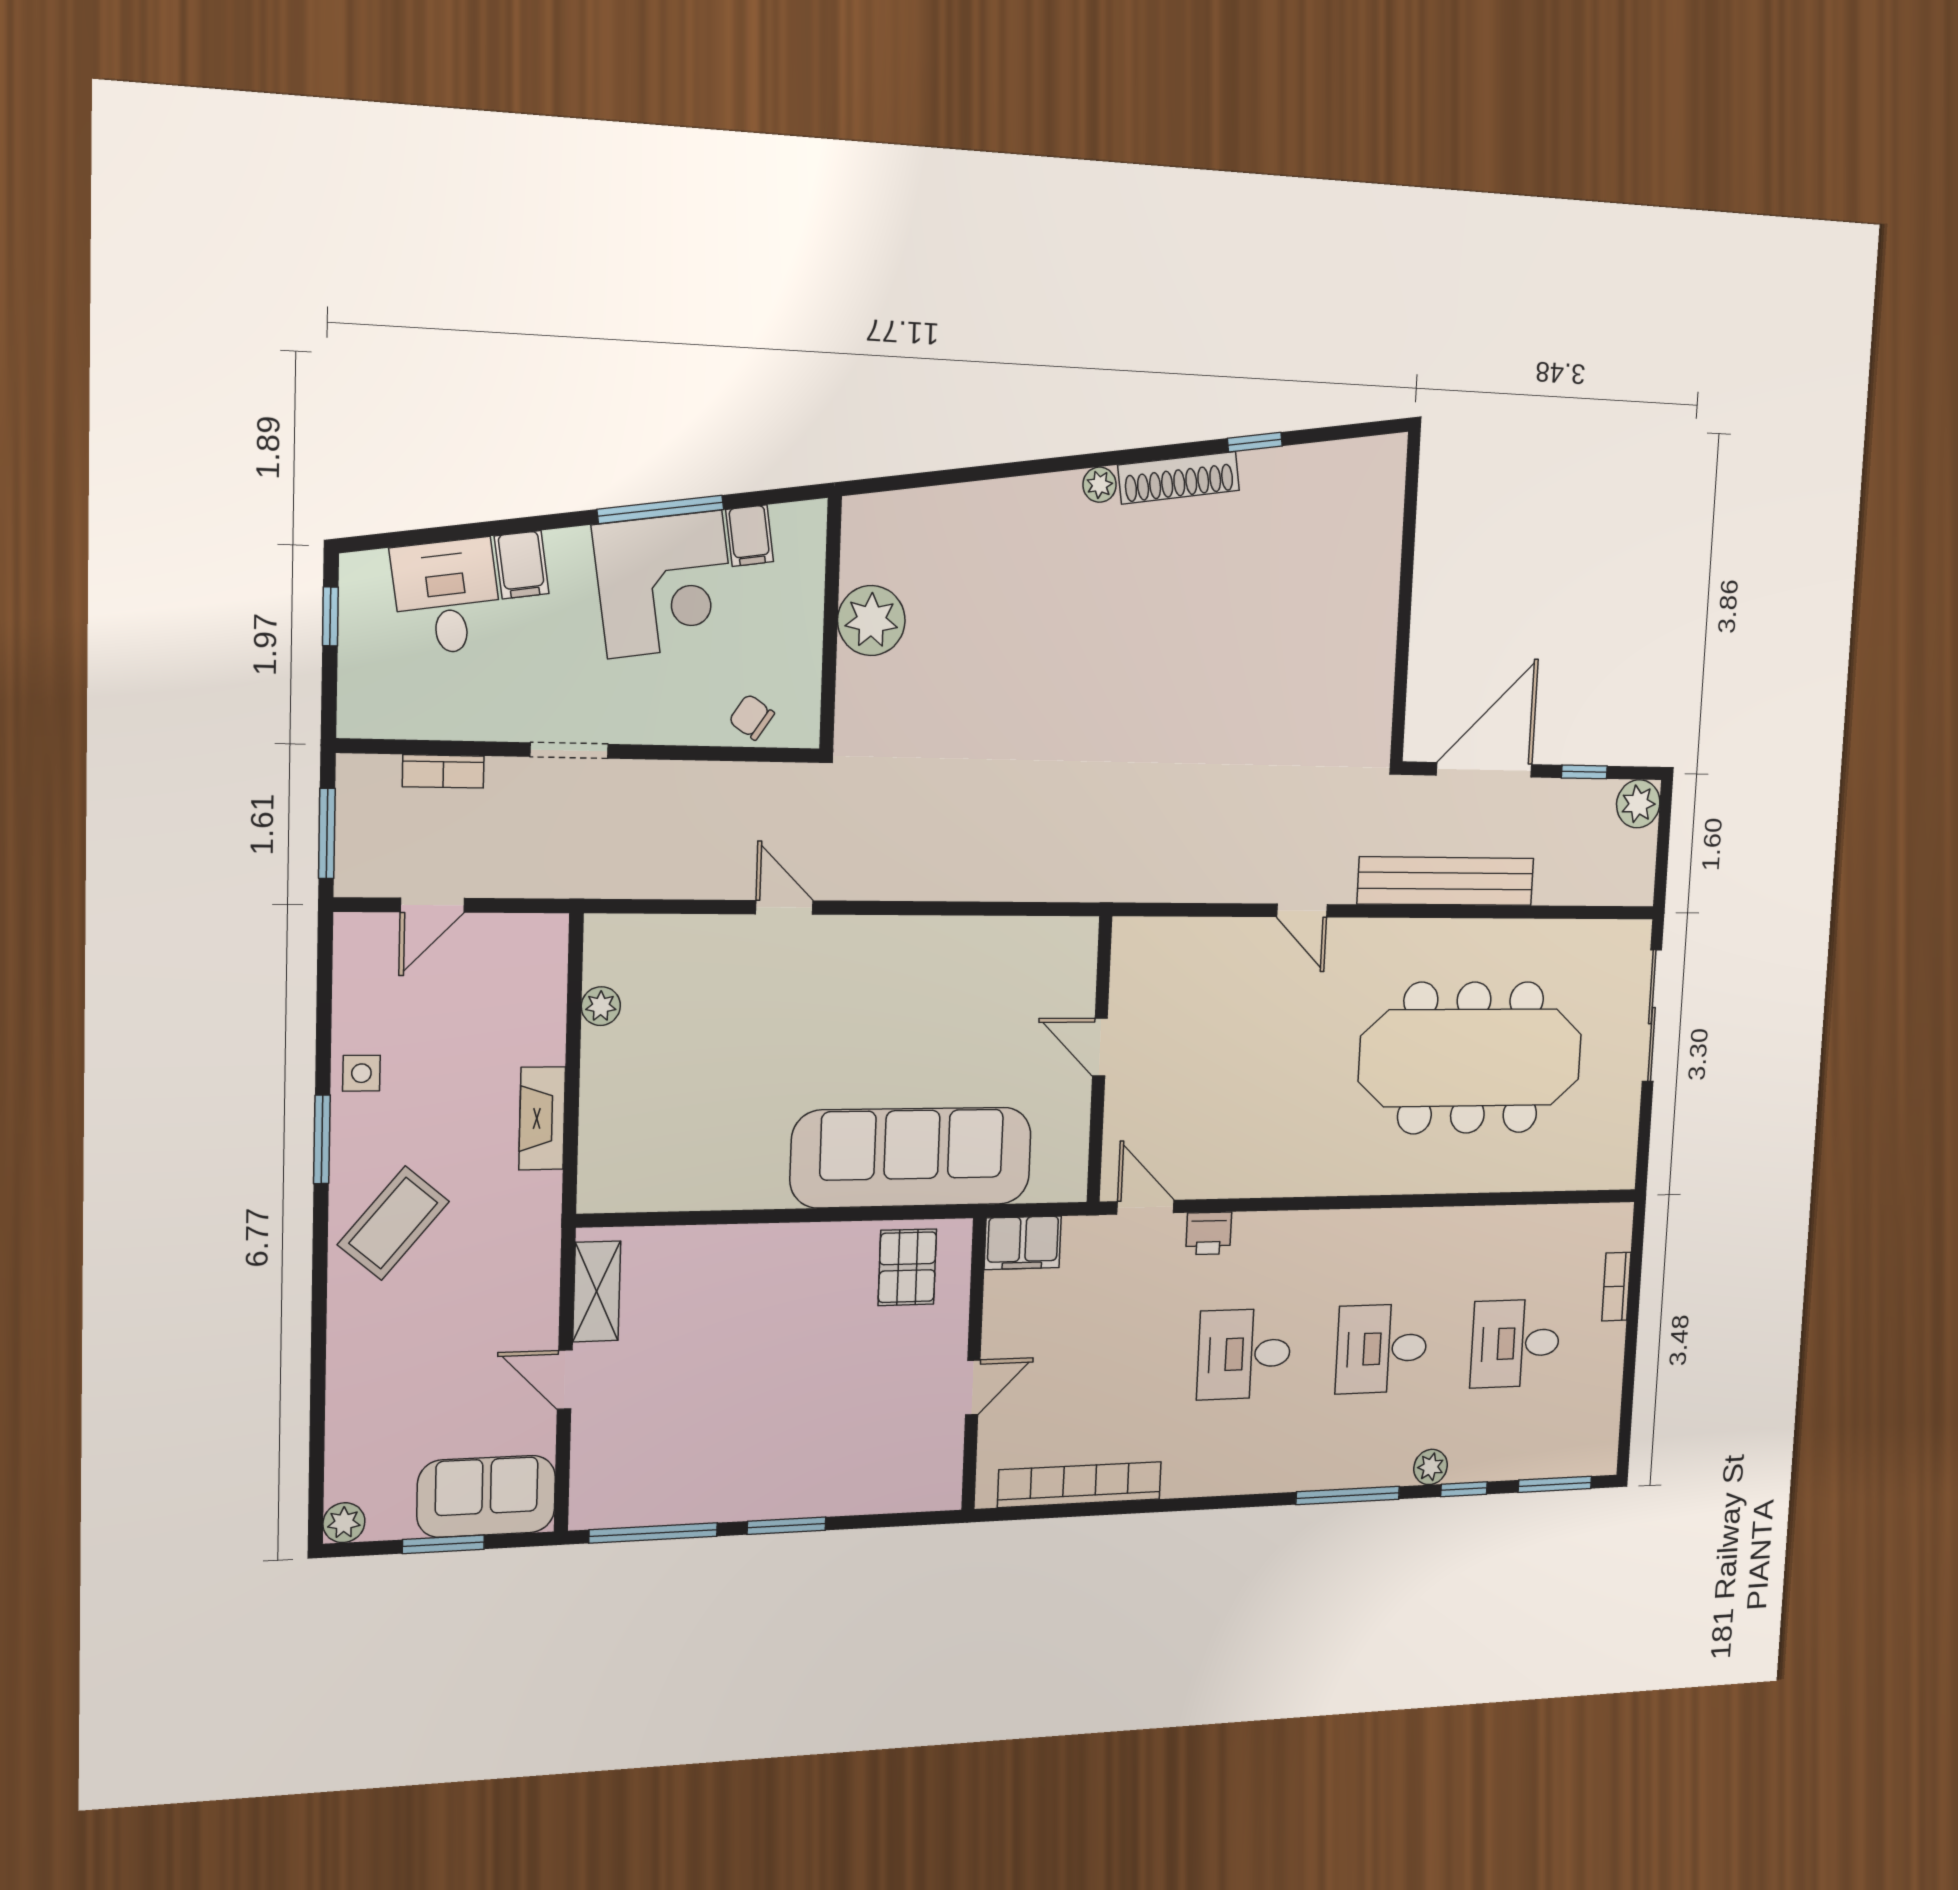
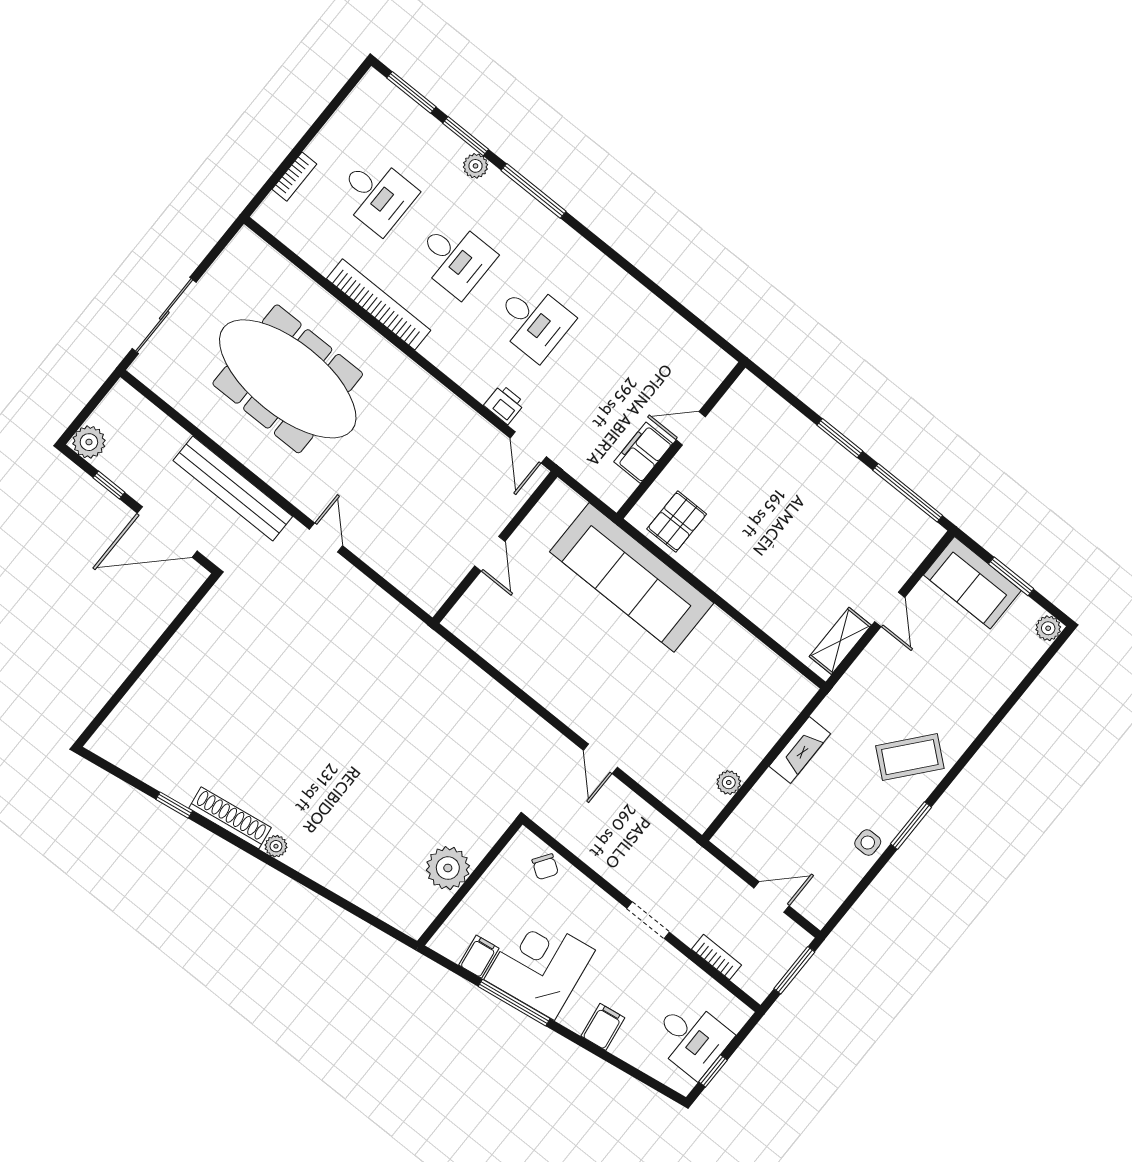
desk: (447, 597) -> (691, 1038), moved, turned -81
filing cabinet: (1023, 1243) -> (643, 453), moved, turned -90
bookcase: (1080, 1484) -> (379, 304), moved, turned 180
window: (1464, 1489) -> (466, 136), width x1.50

